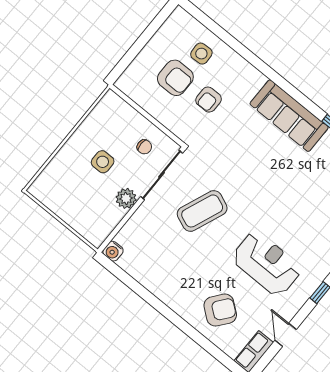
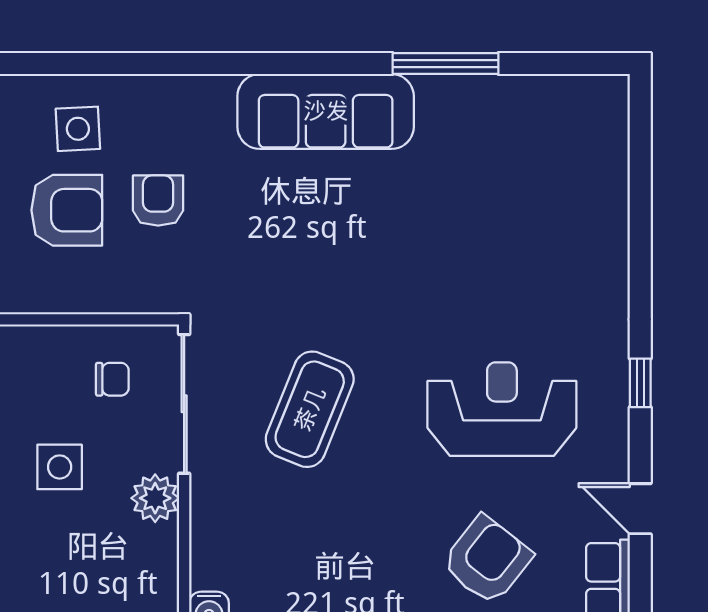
armchair: (209, 100) -> (158, 201), turned 180

